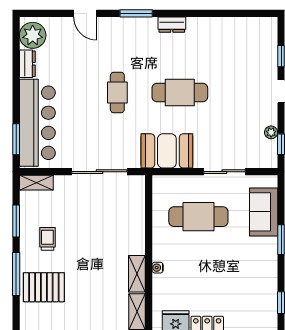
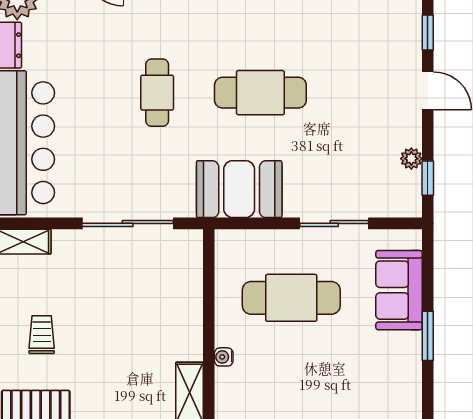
water cooler: (158, 268) -> (224, 357), moved

